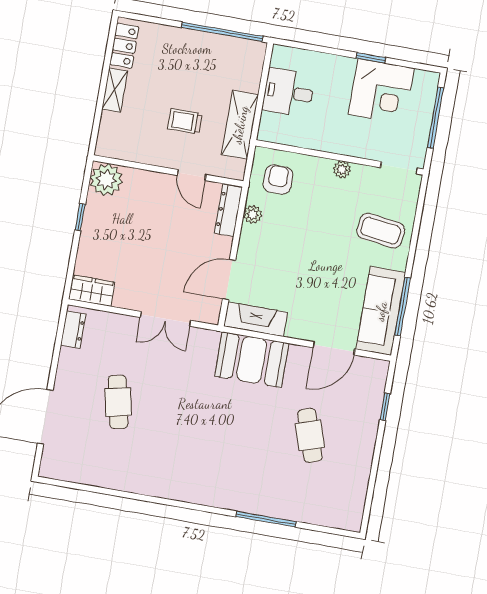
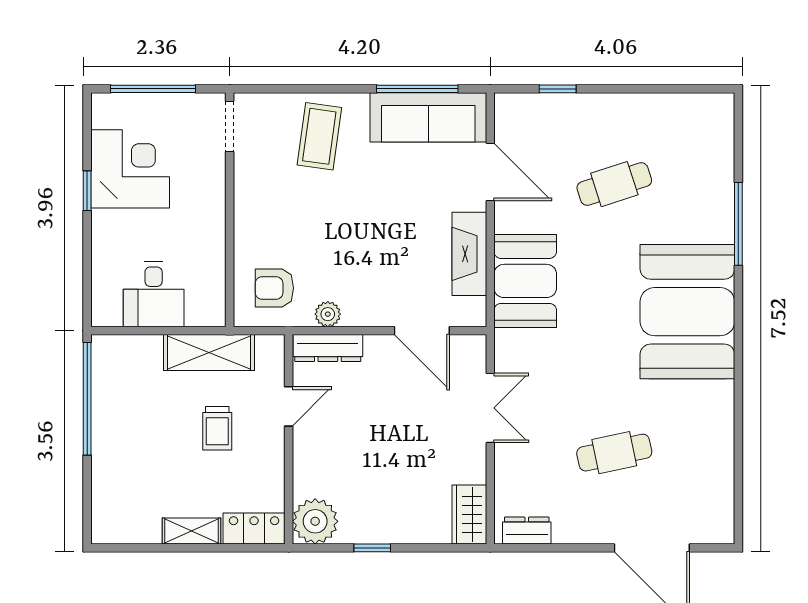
locker: (124, 46) -> (254, 528), moved
plant: (342, 170) -> (246, 203), removed
fireplace: (256, 319) -> (469, 254), moved
booth: (210, 472) -> (687, 312), added

